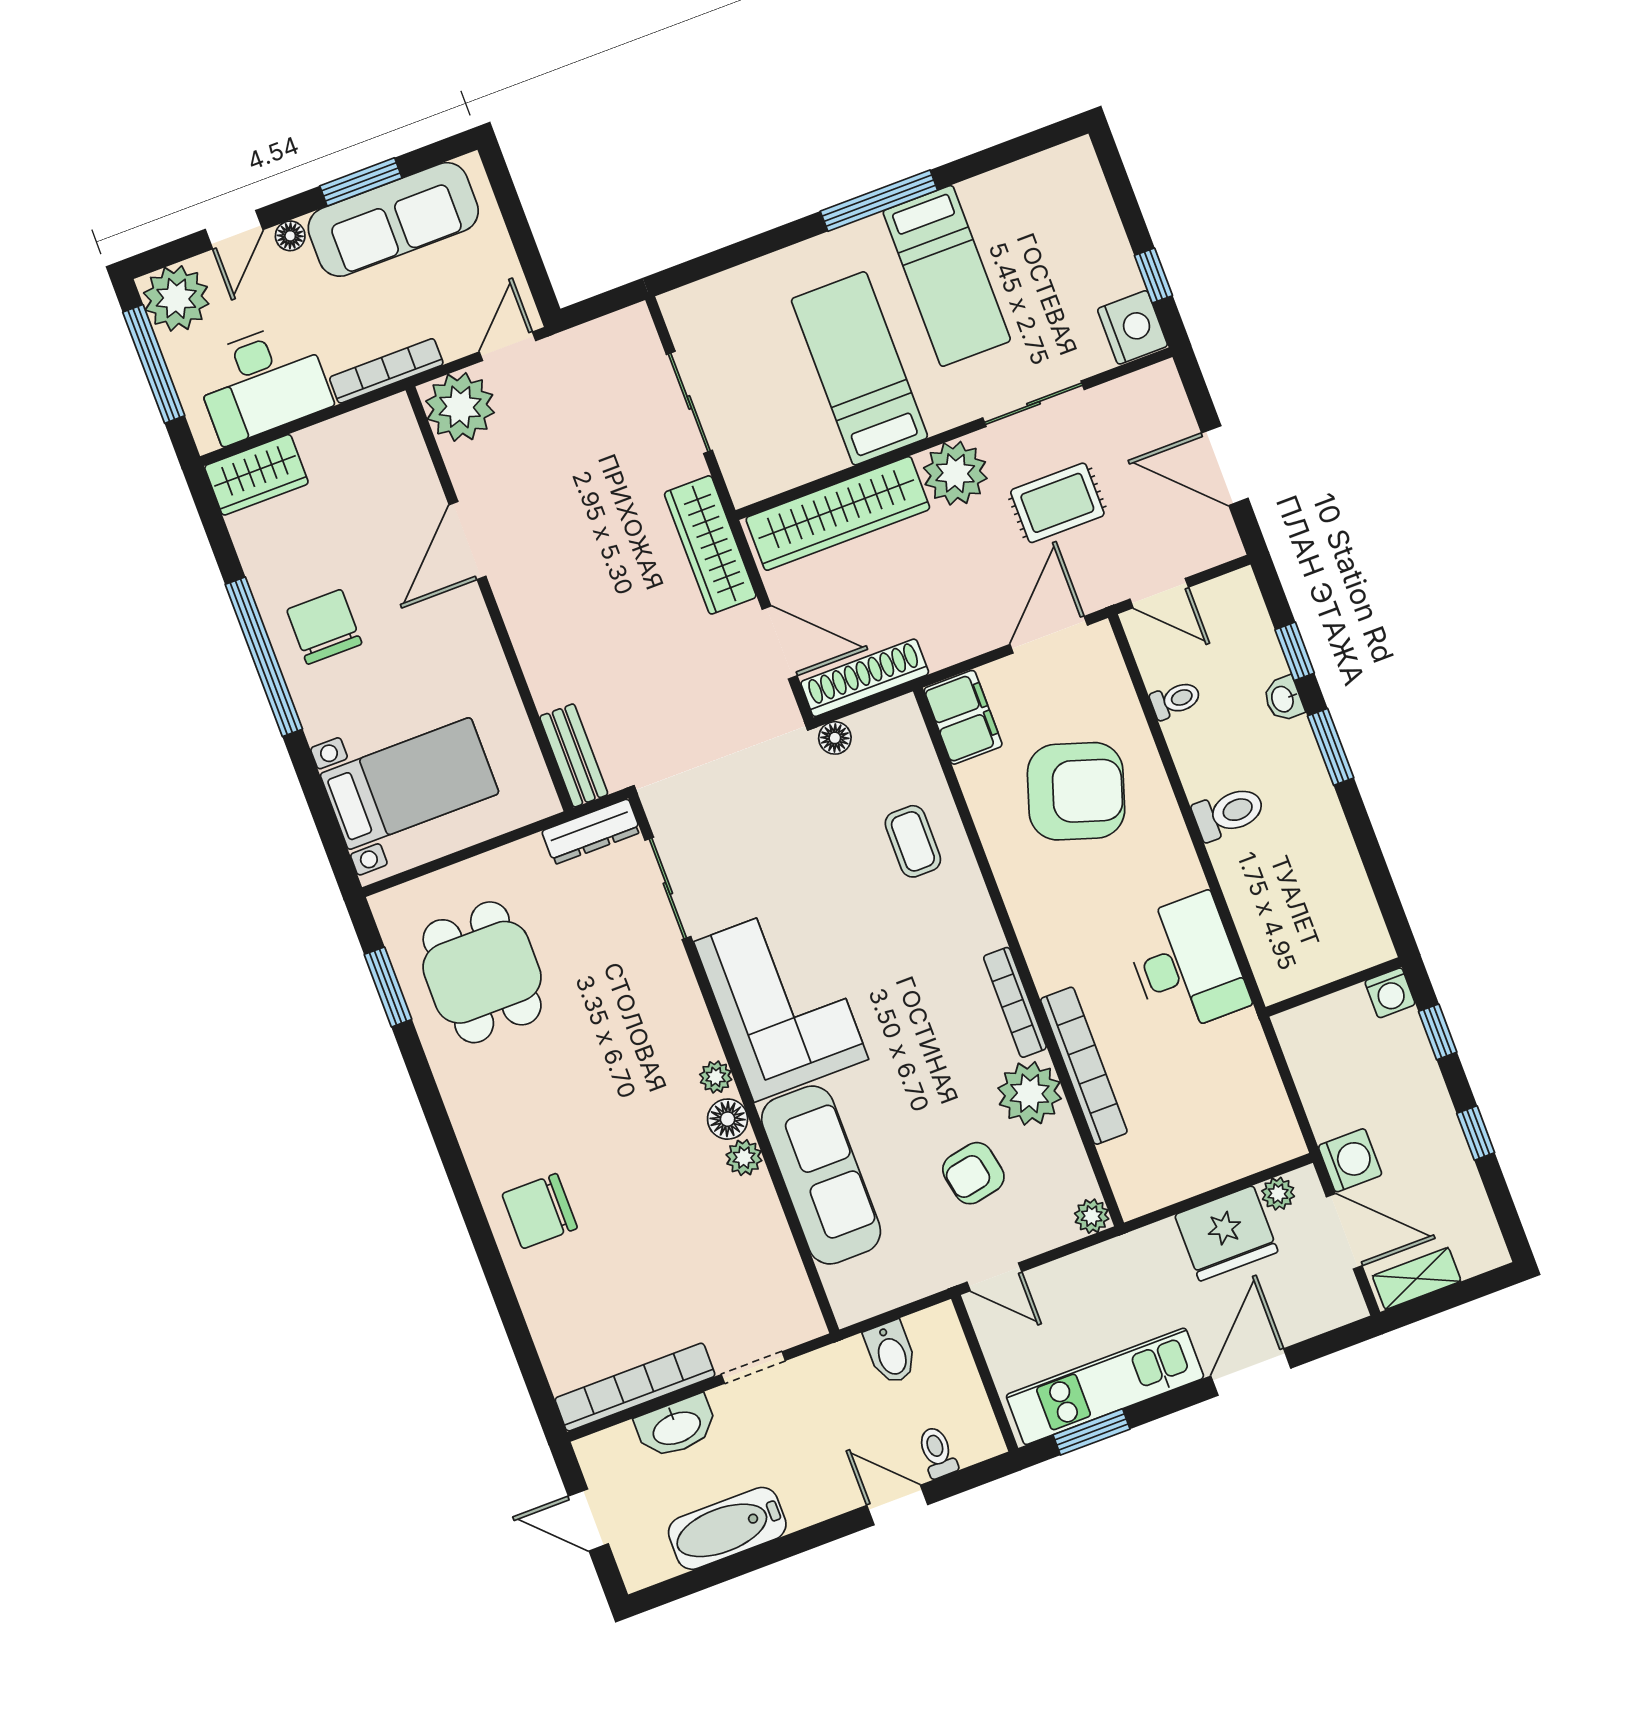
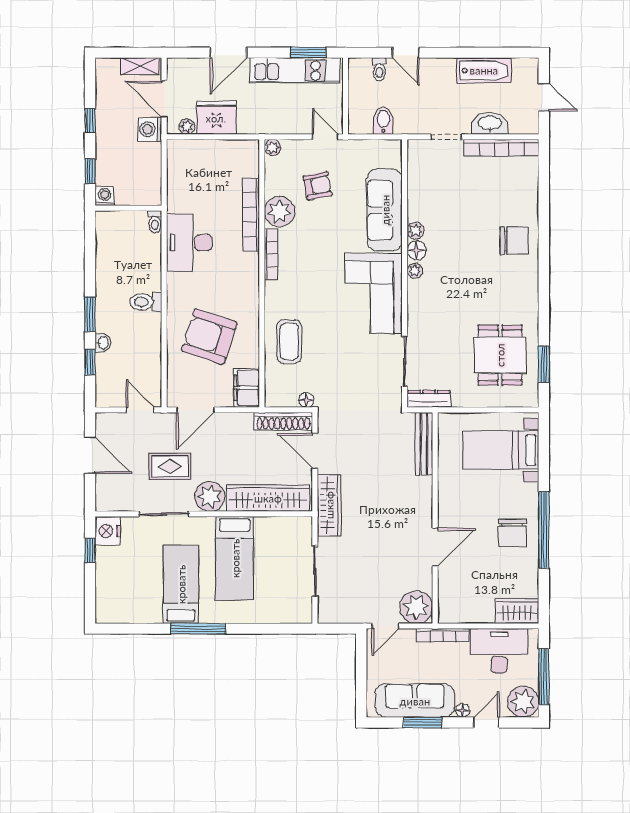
toilet: (1176, 700) -> (155, 222), moved, turned -90
bench: (574, 755) -> (424, 444), width x1.36
coffee table: (913, 841) -> (289, 342), width x1.36, depth x1.30

